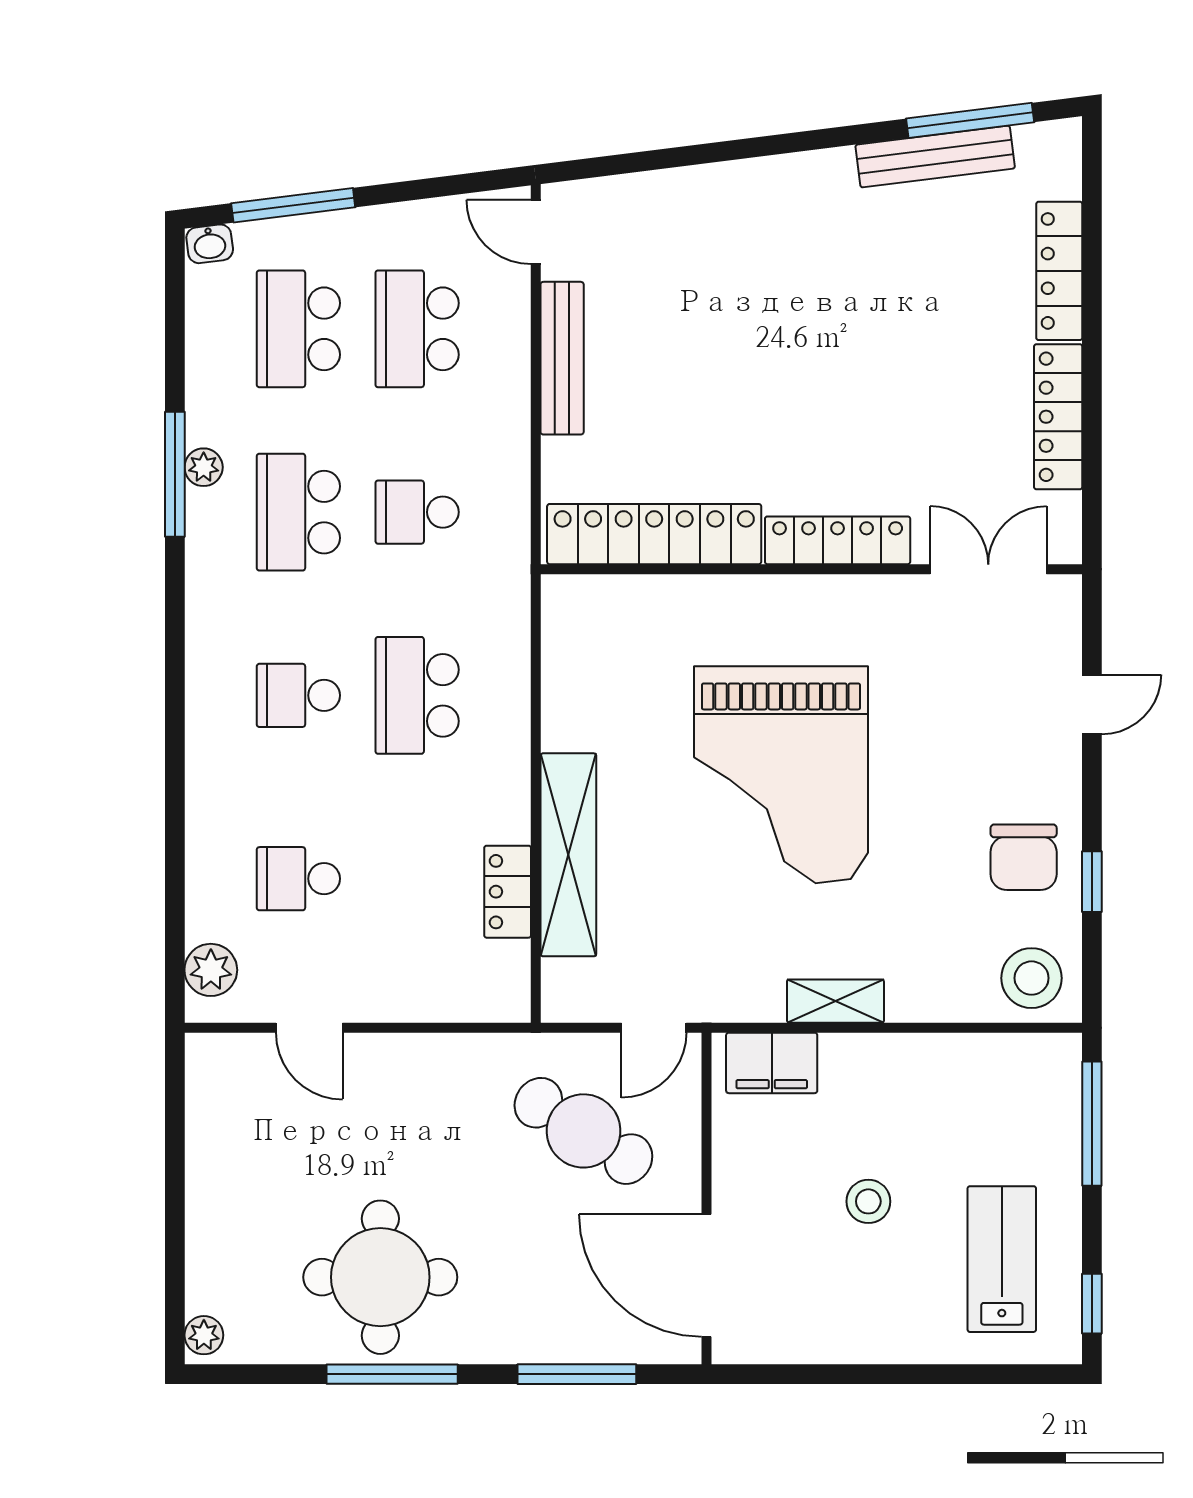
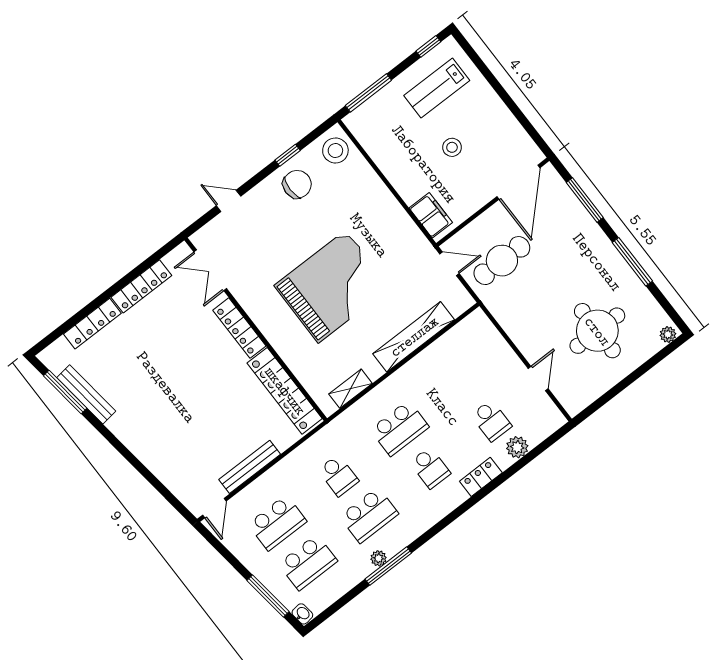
locker: (508, 892) -> (481, 477), moved, turned 180
plant: (211, 970) -> (517, 447), moved
shelving: (835, 1001) -> (351, 389), moved, turned 90
cafe table: (583, 1131) -> (502, 261), turned 58
round table: (380, 1277) -> (597, 331), moved

